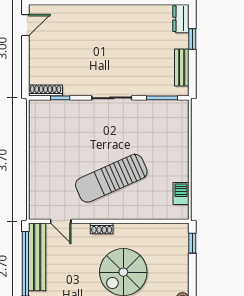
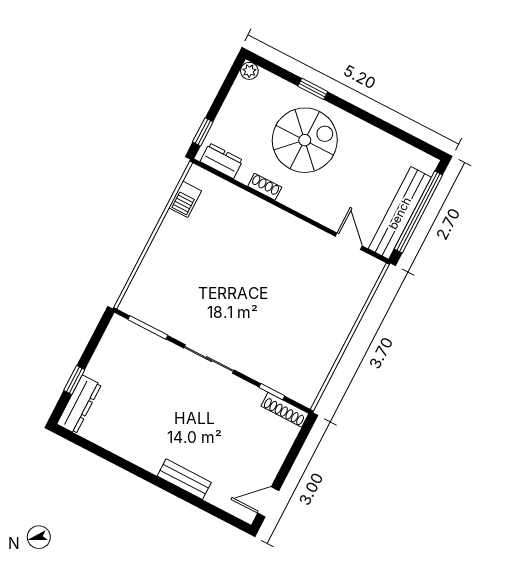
dresser: (181, 19) -> (79, 404), width x1.44
bench: (182, 67) -> (184, 479), moved, turned 90
sun lounger: (111, 178) -> (260, 262), removed
shoe rack: (102, 228) -> (265, 187), moved
dresser: (170, 231) -> (221, 161), added

